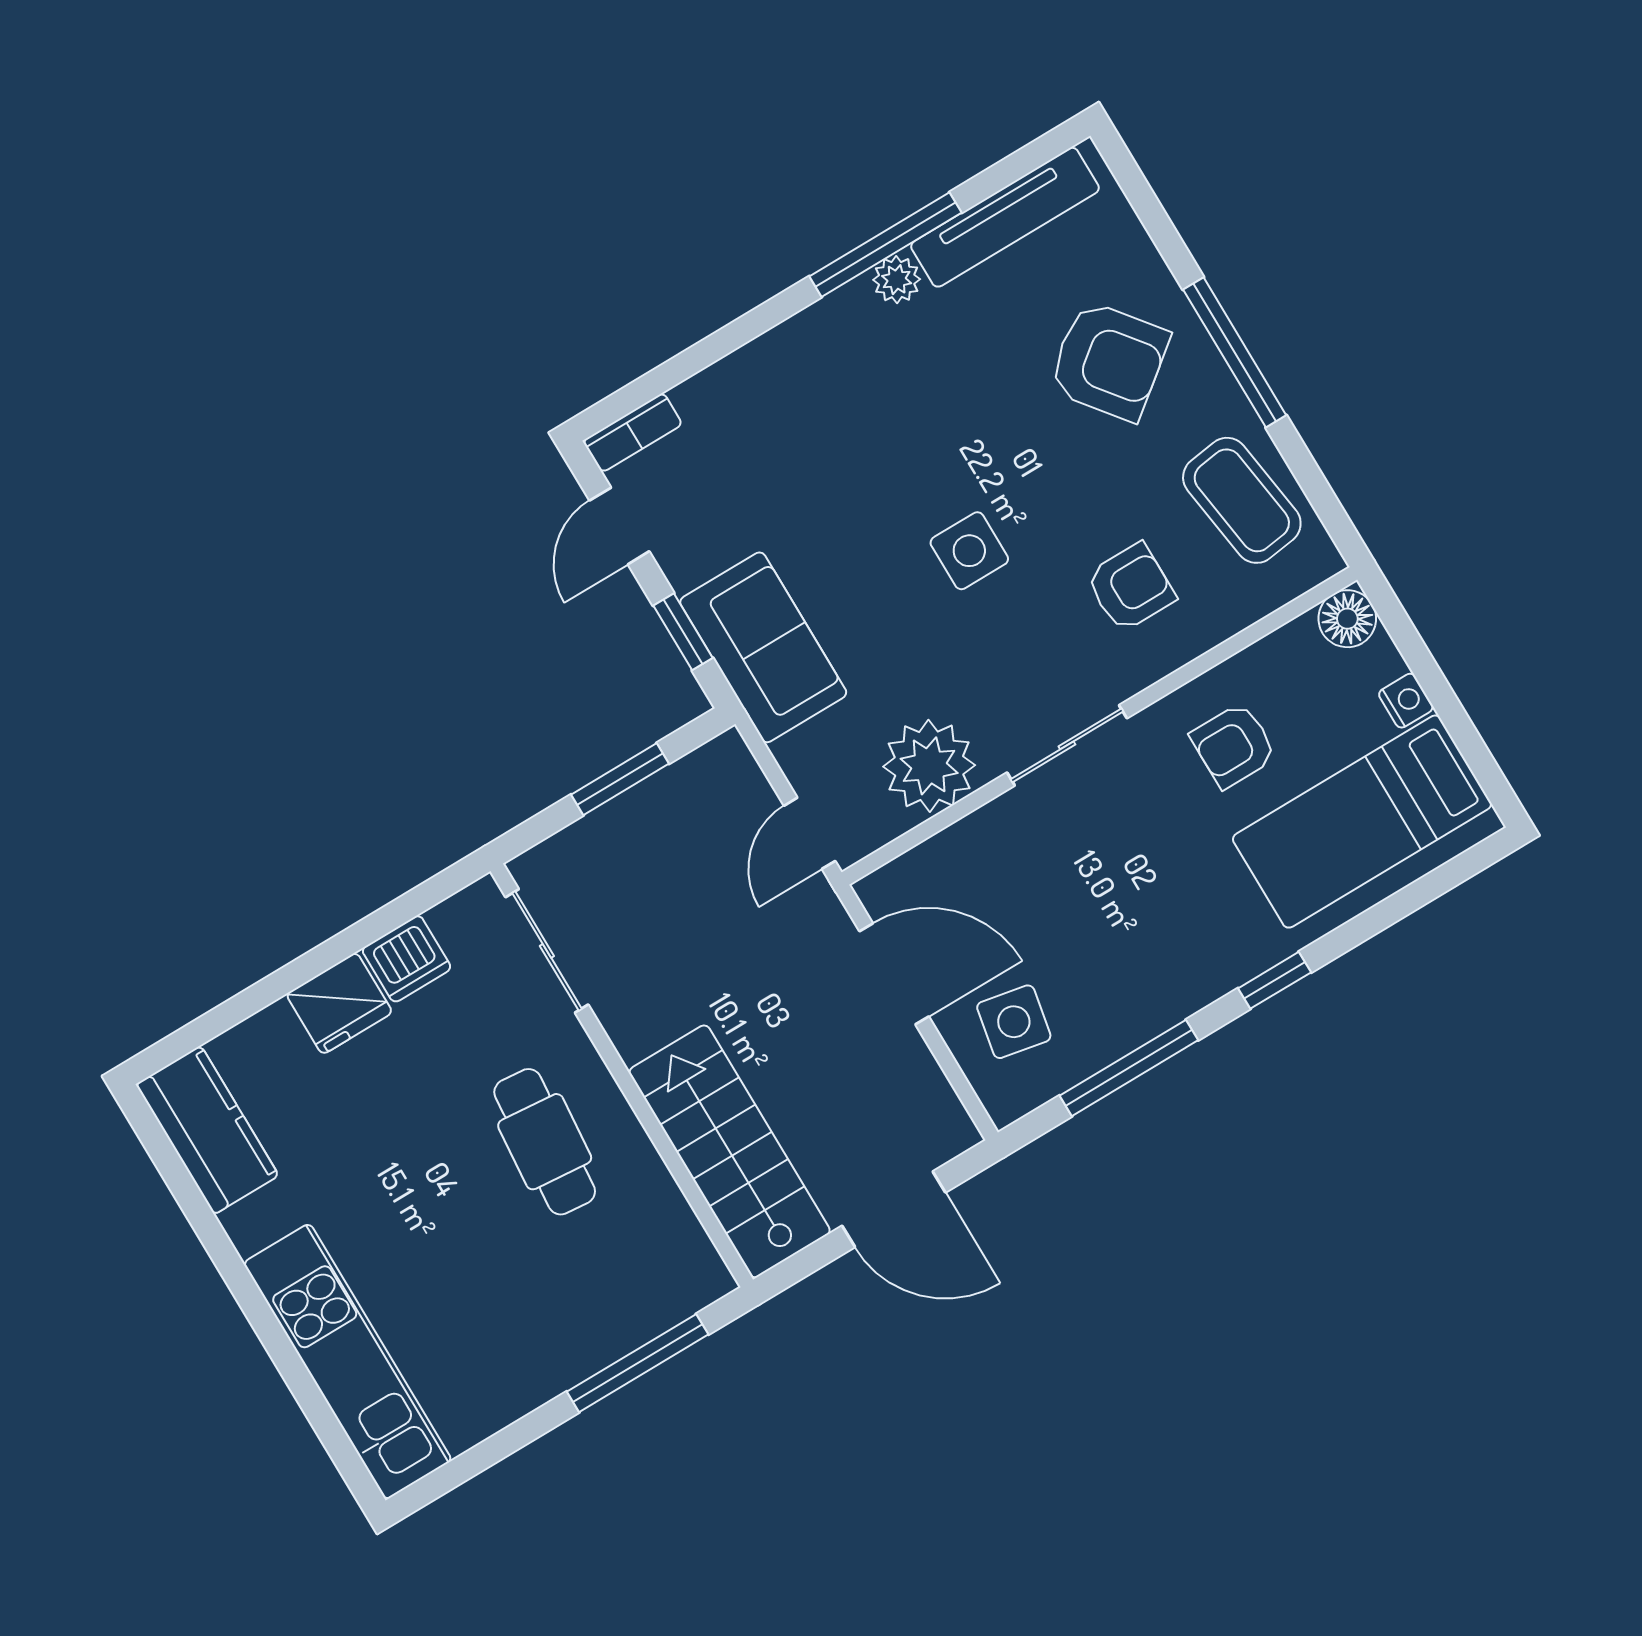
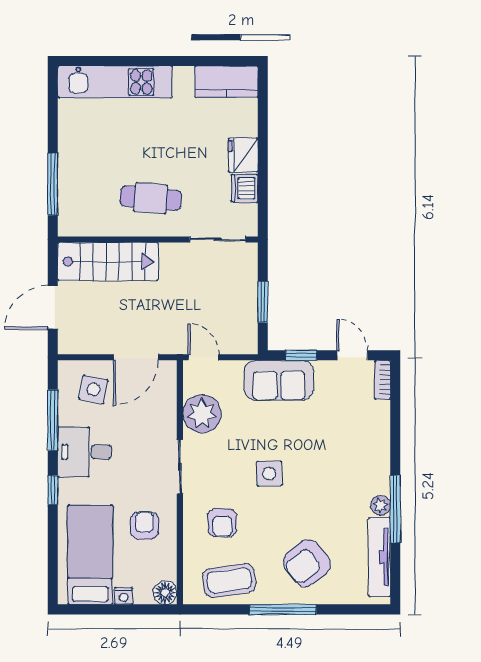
desk: (1155, 962) -> (85, 452), added

